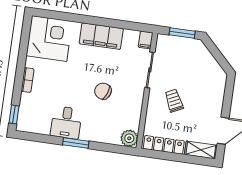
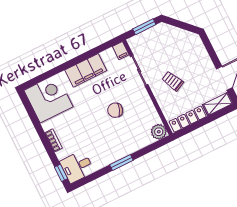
desk: (66, 122) -> (77, 167), moved, turned 90

